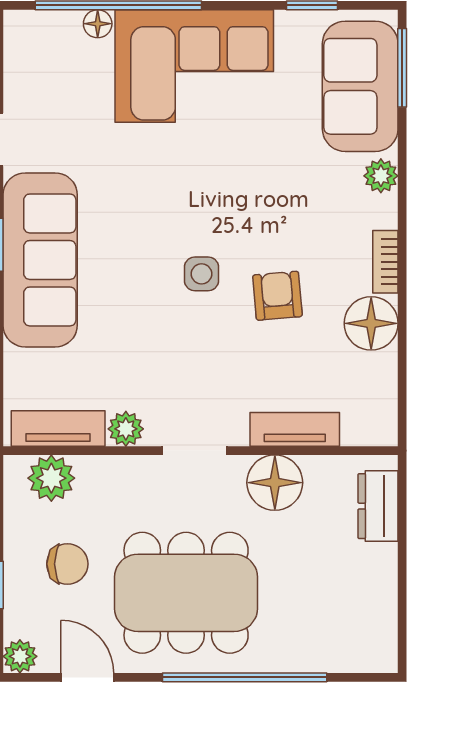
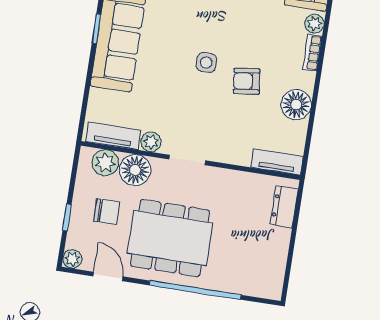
bookcase: (385, 262) -> (312, 53), moved
armchair: (277, 296) -> (247, 81), turned -92
tv unit: (295, 429) -> (277, 162), moved
floor lamp: (275, 483) -> (135, 170), moved

